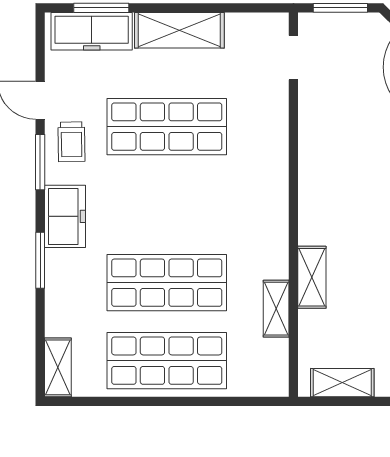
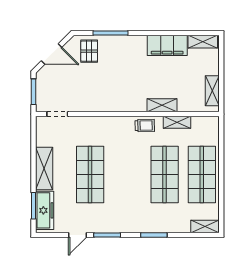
trolley: (71, 142) -> (145, 126), moved
freezer: (65, 216) -> (133, 223), removed

